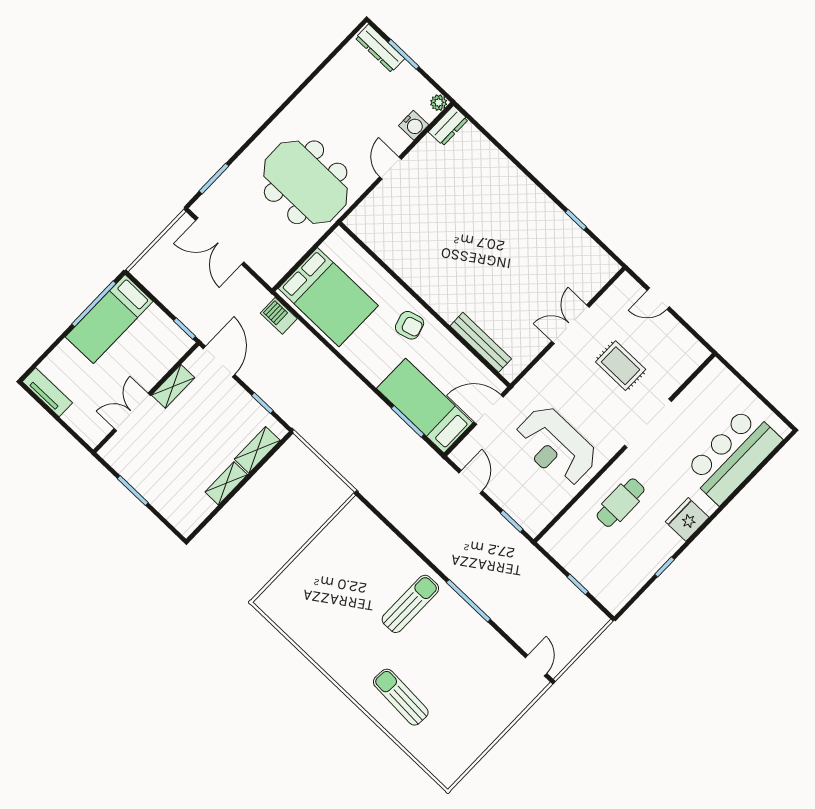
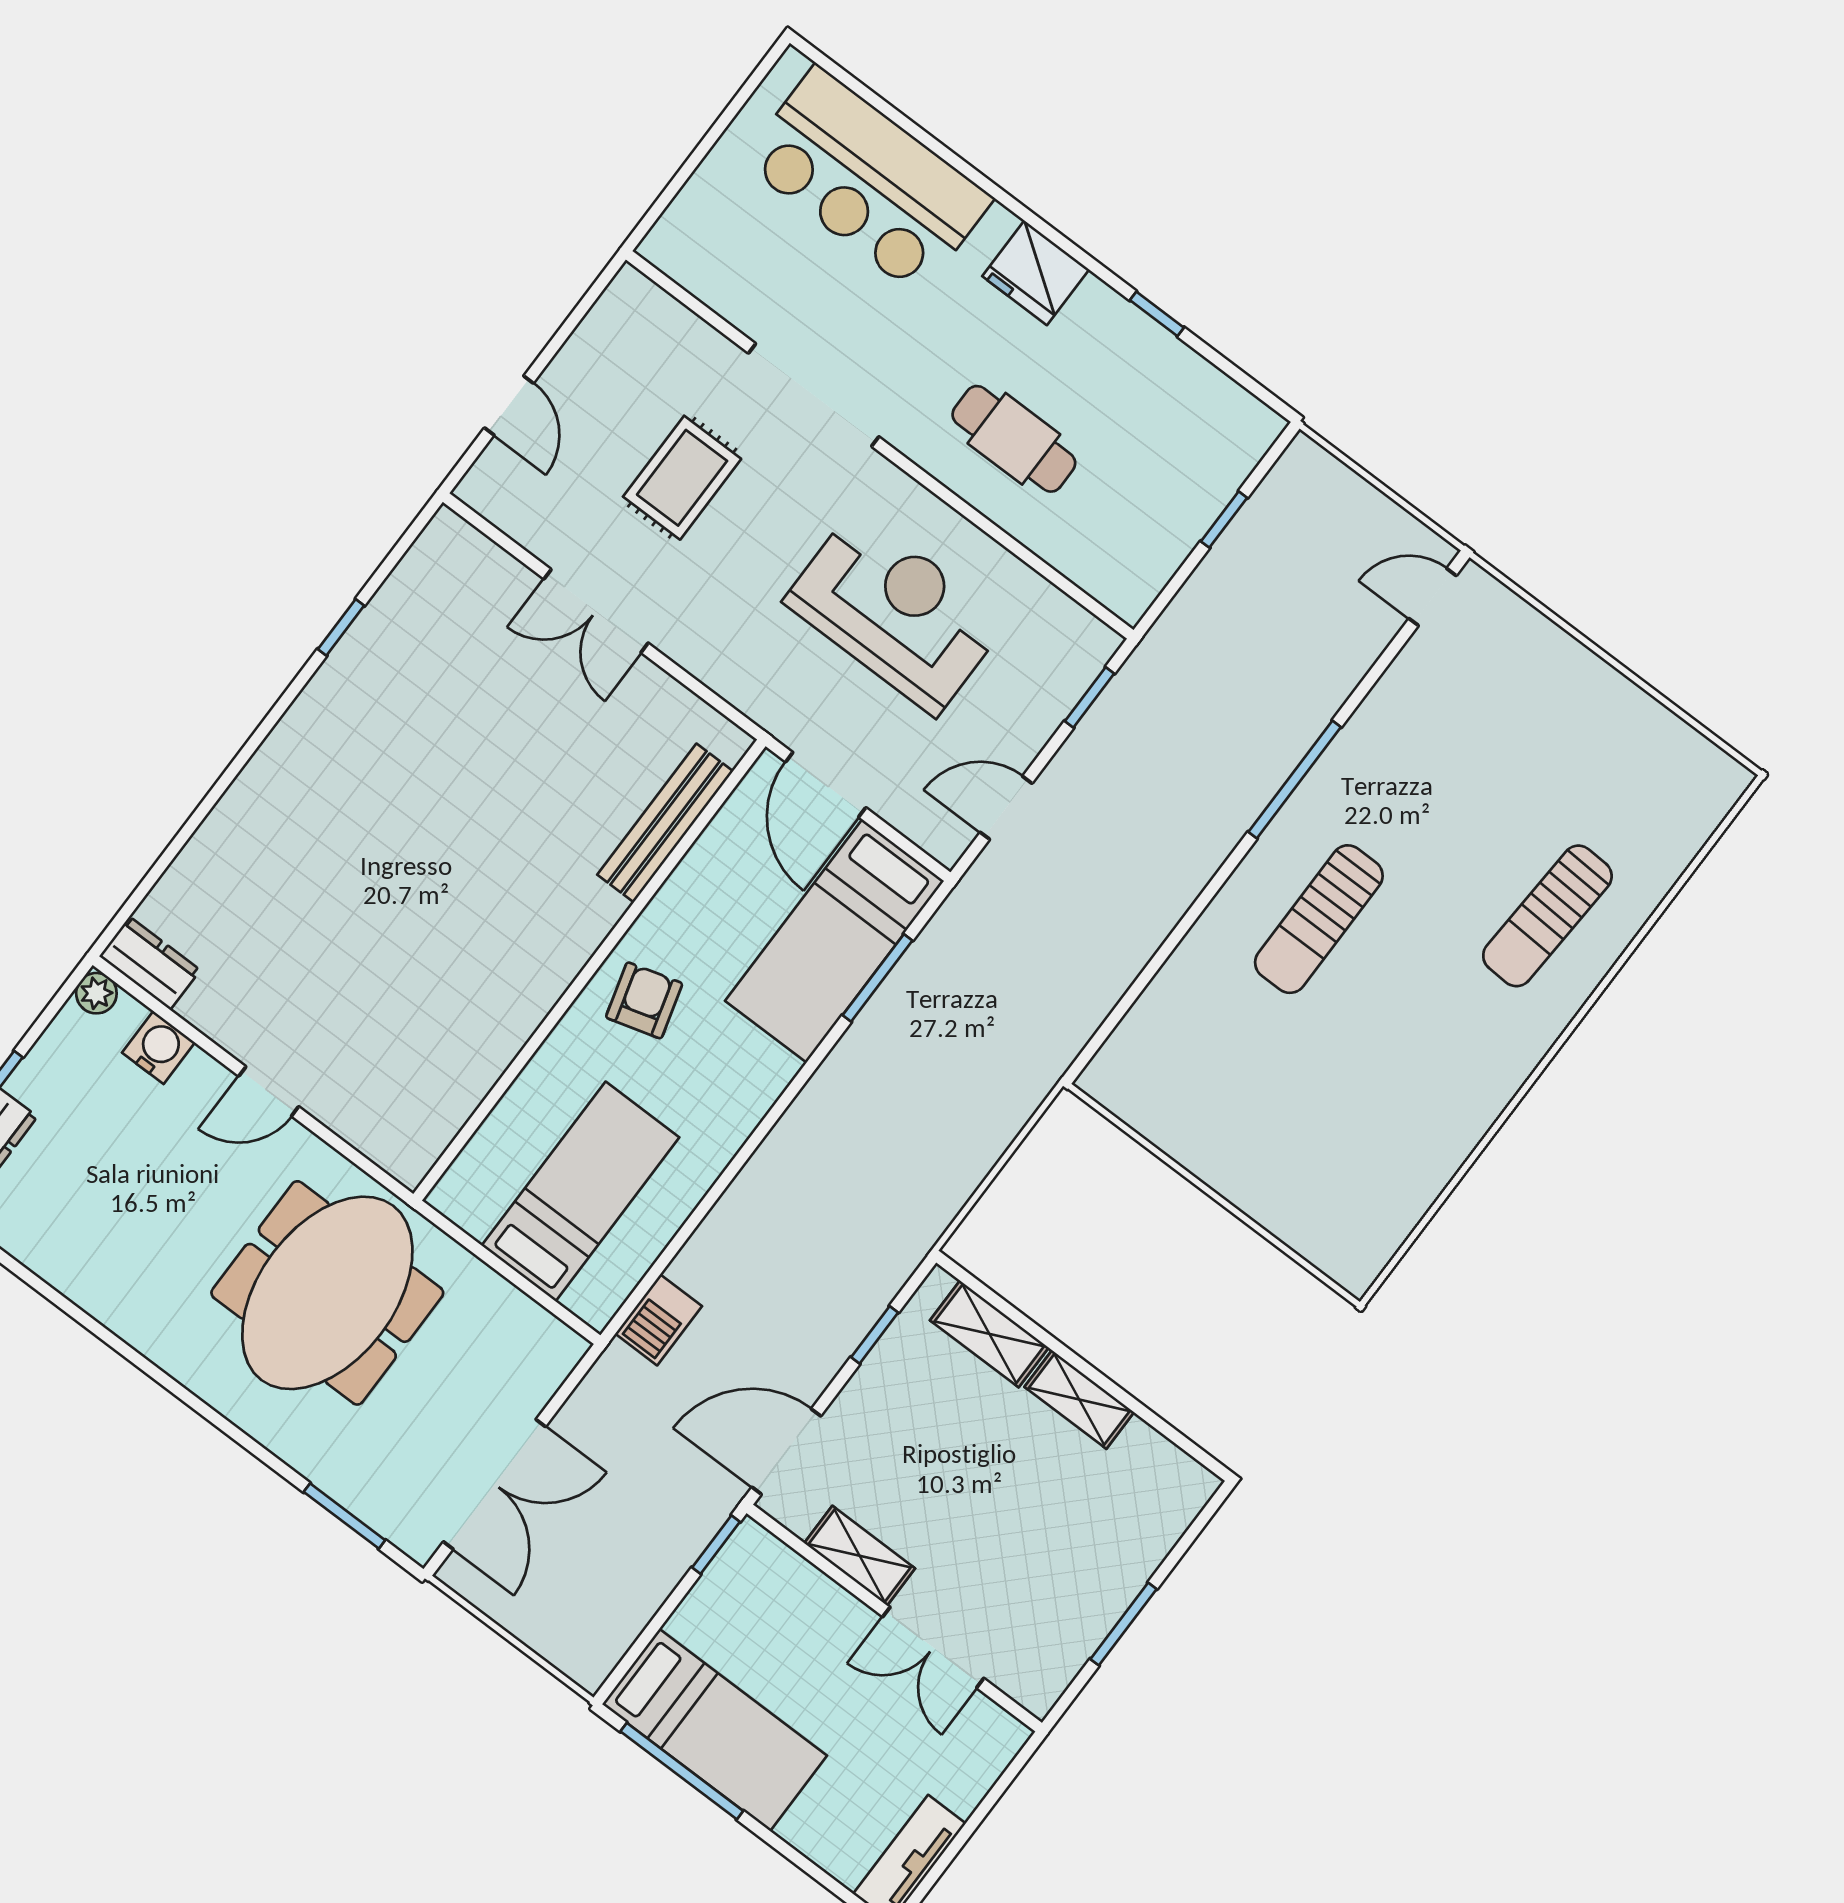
bed: (328, 297) -> (580, 1191), width x0.67
reception desk: (556, 446) -> (895, 612), turned -90
sun lounger: (410, 604) -> (1319, 919), turned -90

